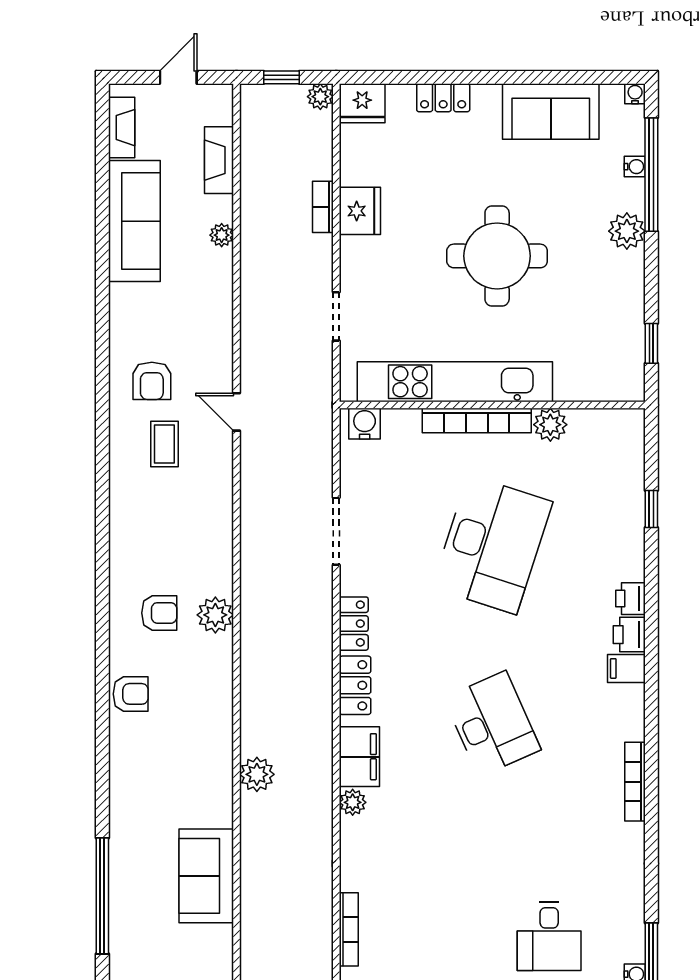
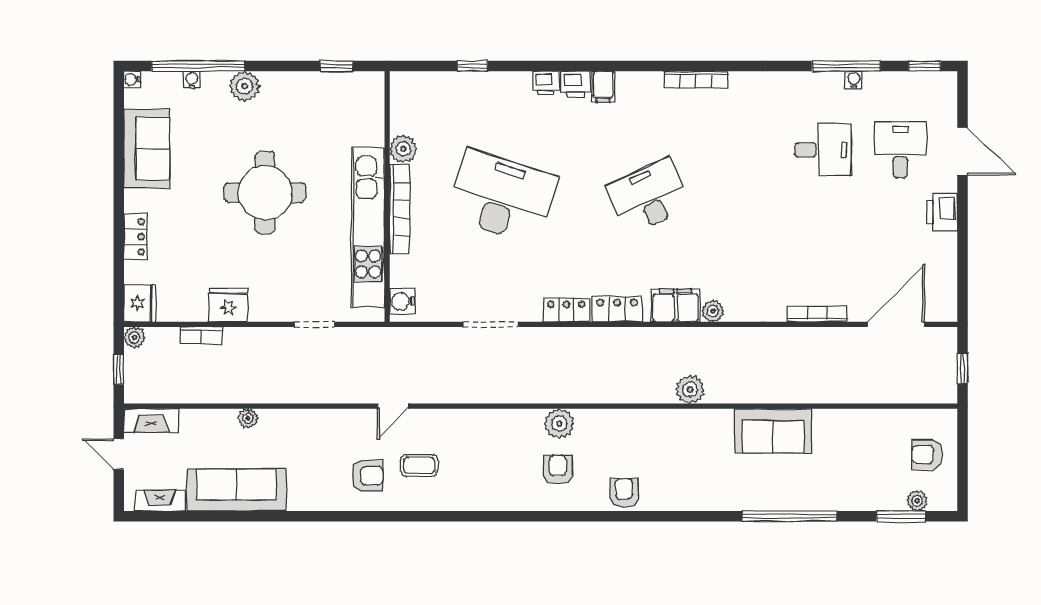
fireplace: (219, 160) -> (151, 421), moved
bookcase: (323, 207) -> (202, 335), moved

